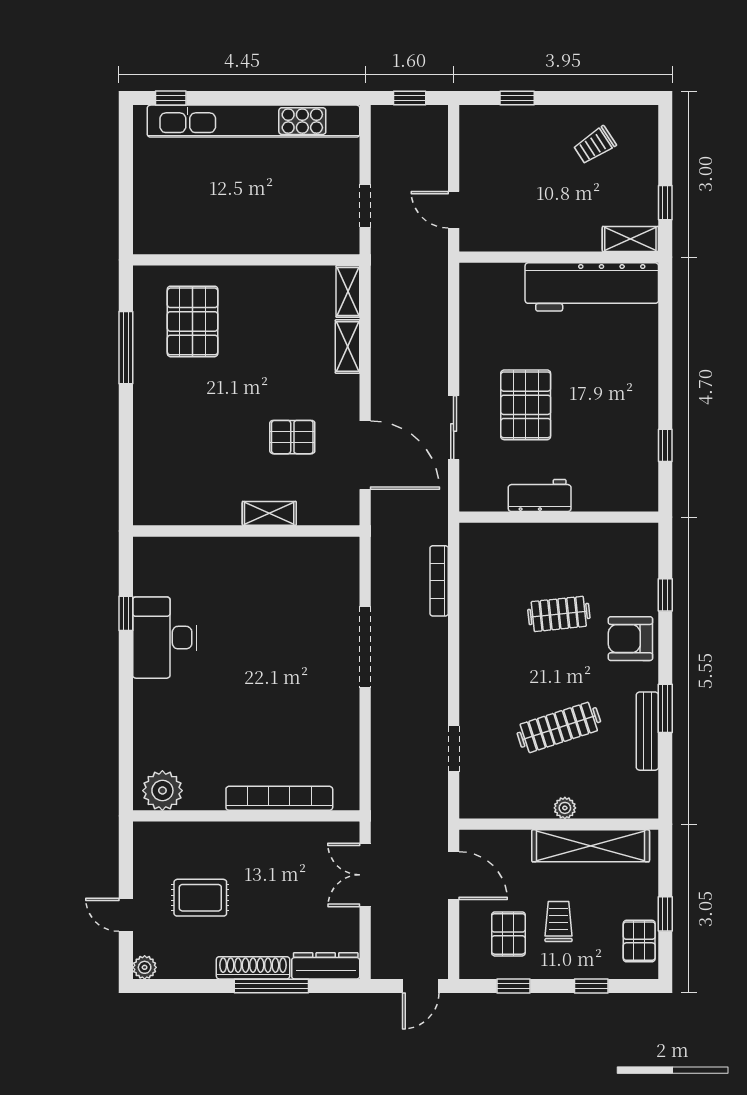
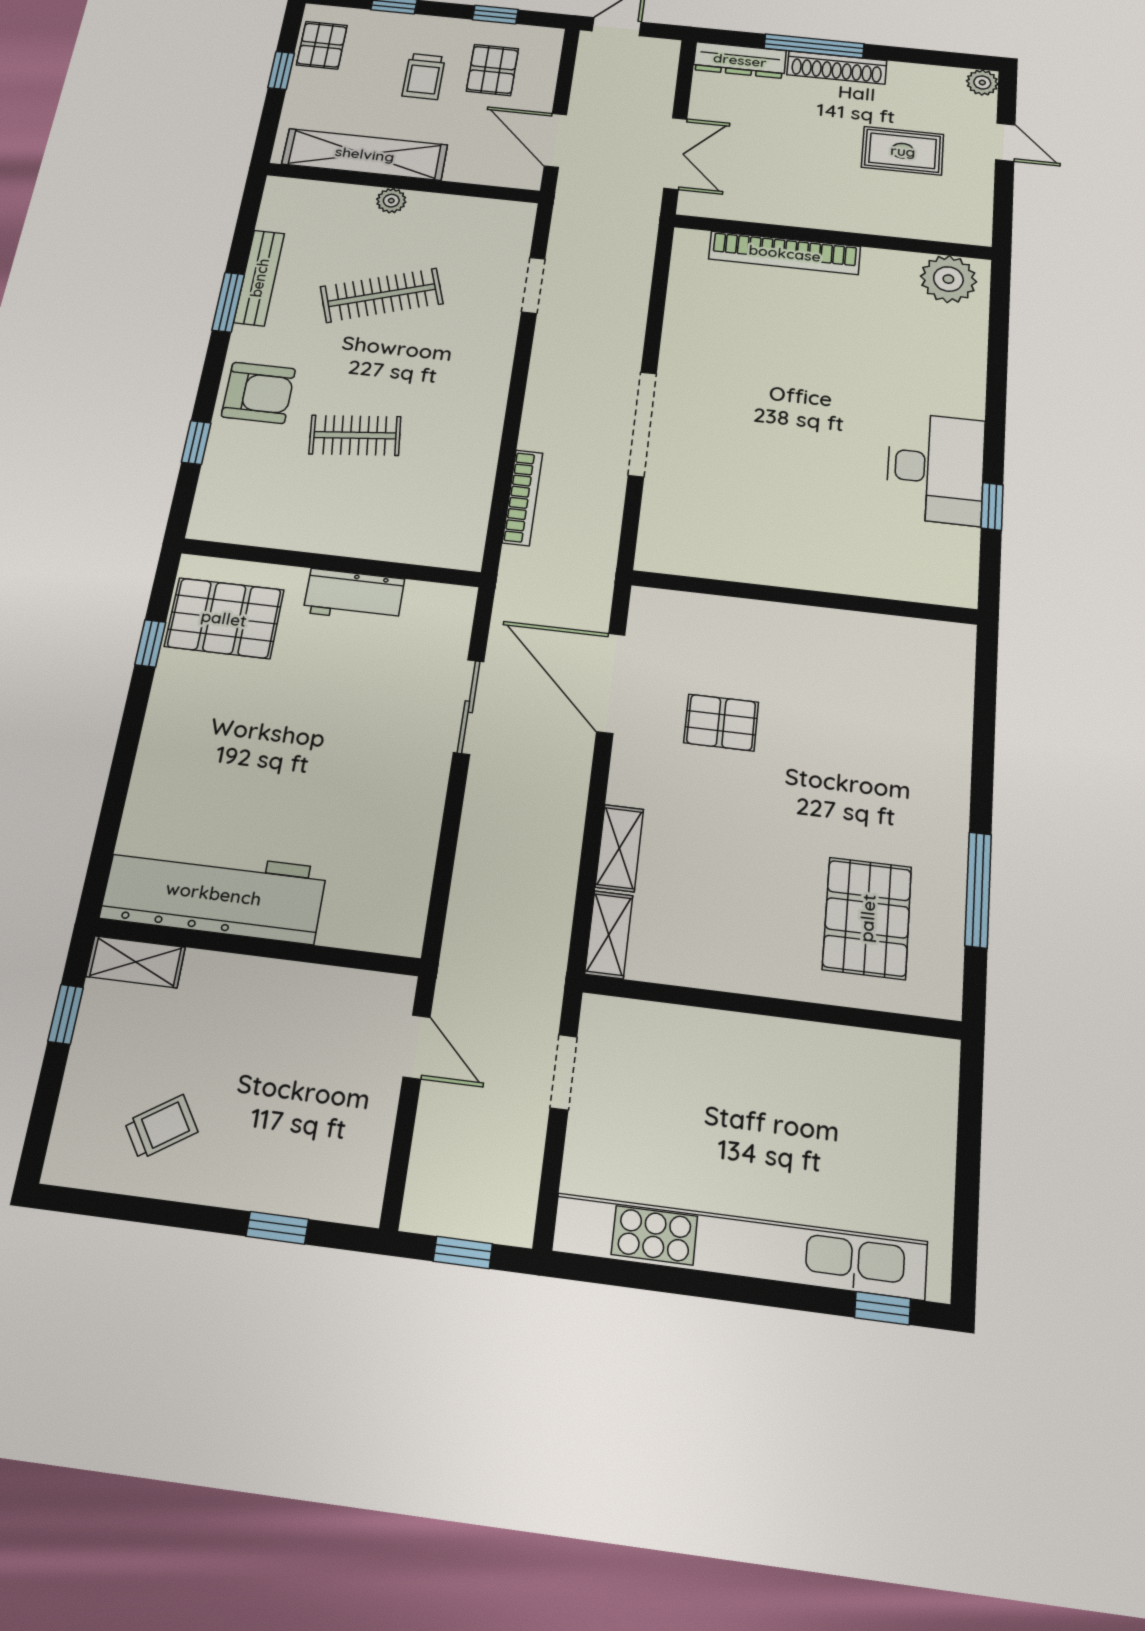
pallet: (526, 405) -> (224, 618), moved, turned 90
shelving: (269, 513) -> (767, 618), removed

